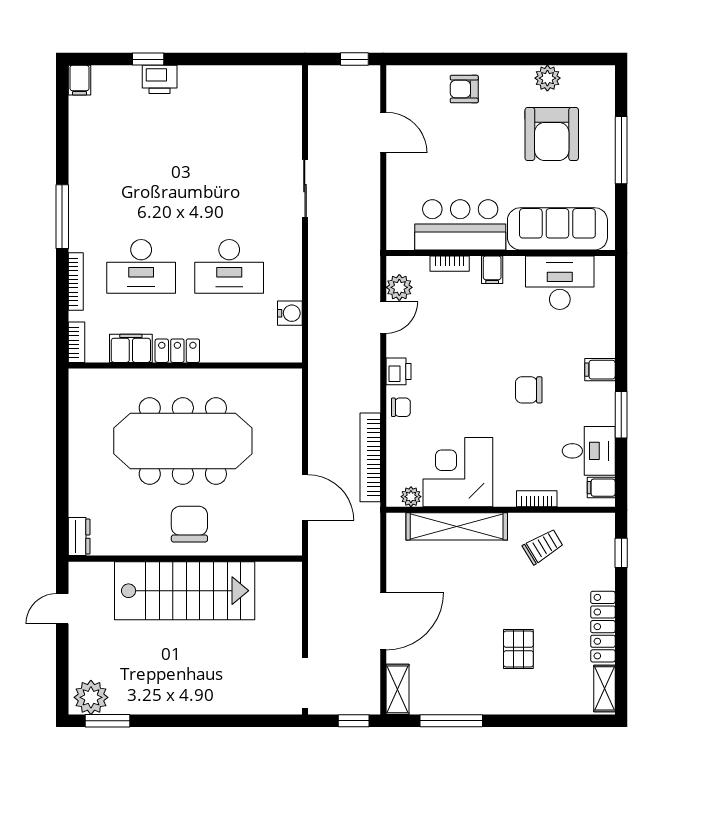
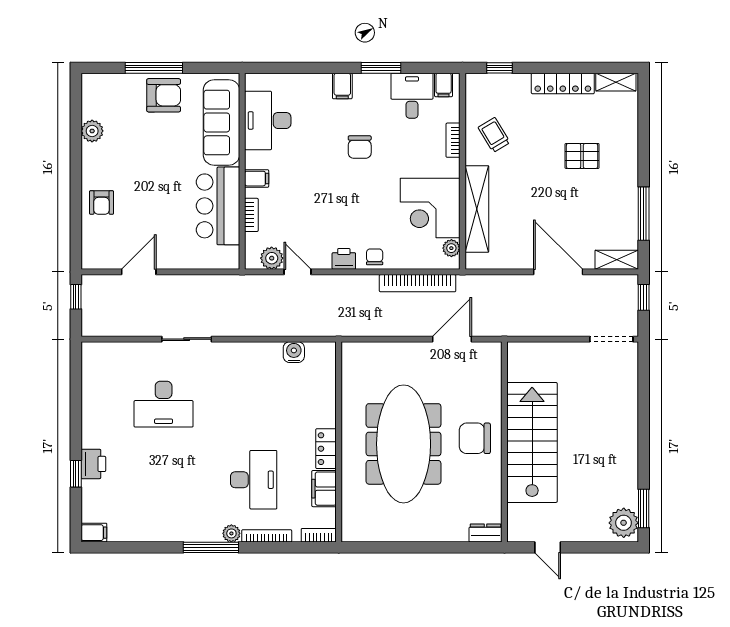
armchair: (552, 134) -> (164, 95), moved, width x0.73, depth x0.73
plant: (79, 240) -> (231, 533), added
desk: (229, 266) -> (164, 404), moved, turned 90

